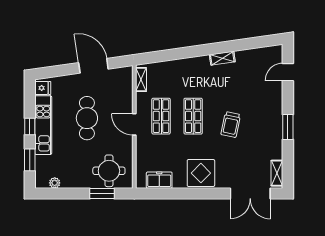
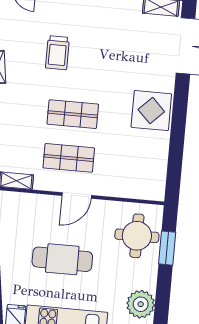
trolley: (231, 125) -> (57, 53), moved, turned 78
freezer: (159, 180) -> (156, 168), removed
plant: (55, 183) -> (141, 304), width x1.88, depth x1.88

